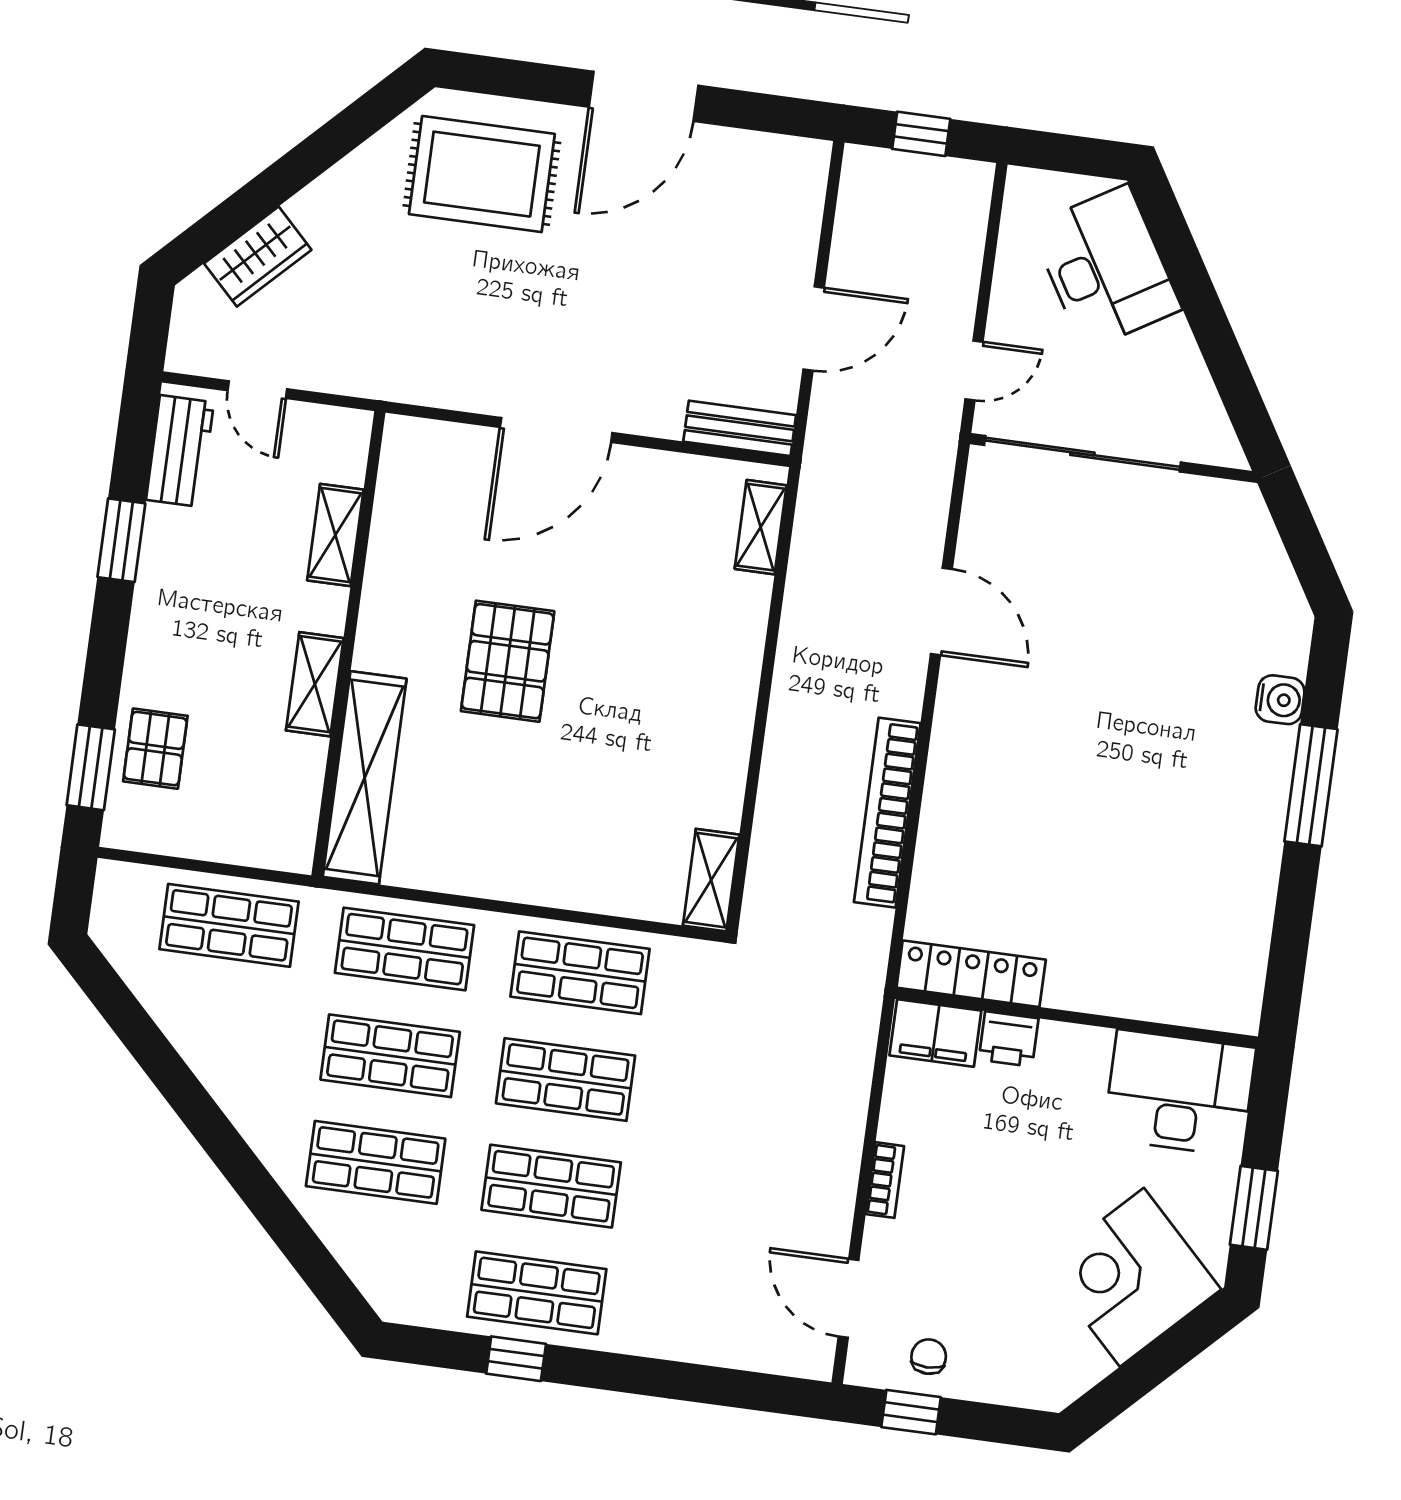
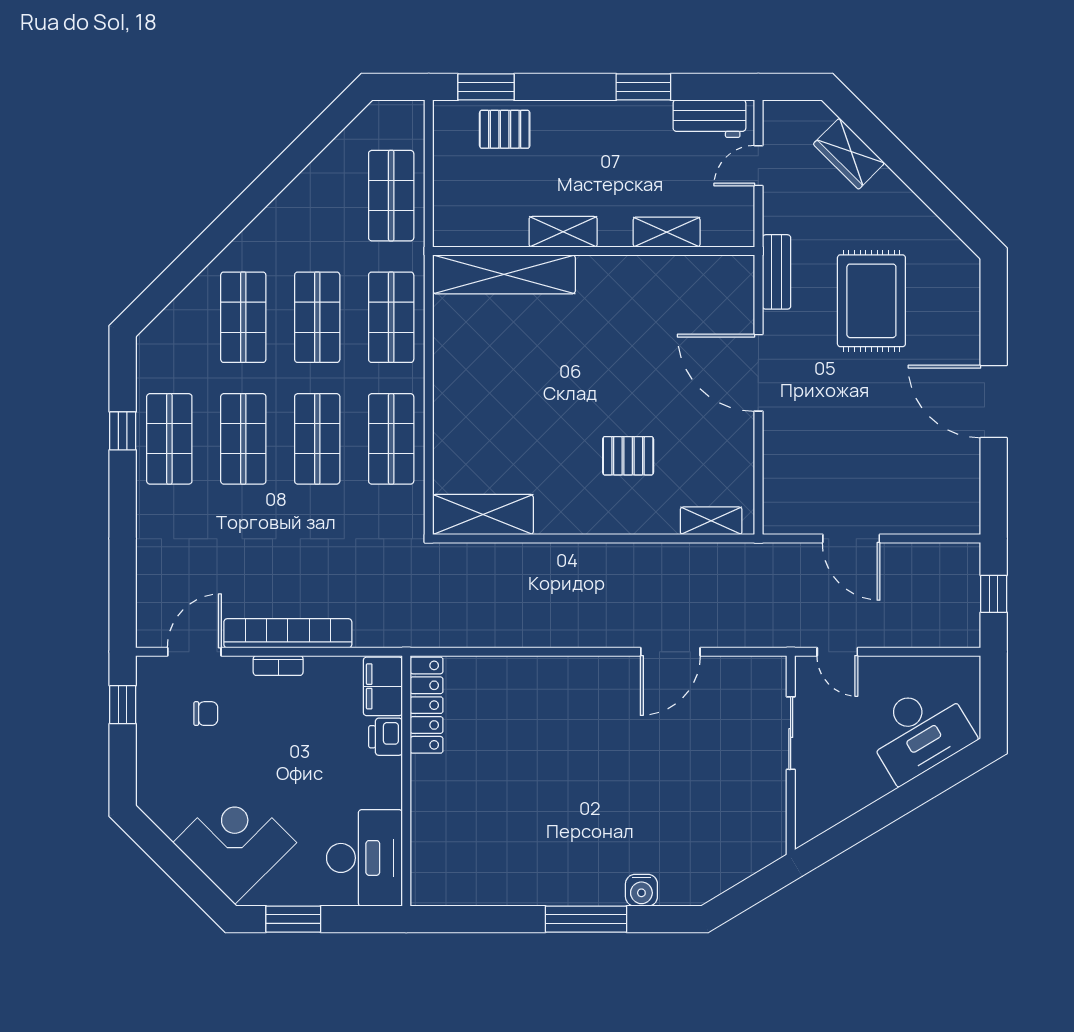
rug: (482, 174) -> (871, 301), moved
bench: (740, 428) -> (776, 272), moved
sliding door: (1082, 454) -> (791, 733), width x0.54
pallet: (508, 661) -> (628, 456), moved, width x0.67, depth x0.71
bookcase: (887, 813) -> (288, 633), moved
shelving: (711, 880) -> (483, 515), width x1.50, depth x1.33
chair: (929, 1357) -> (206, 714), moved

